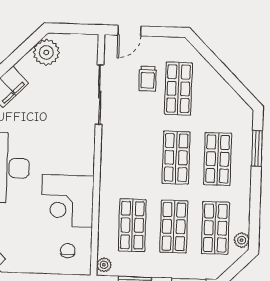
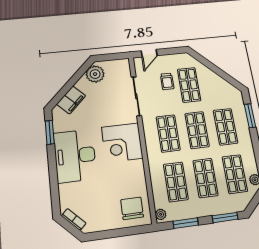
shop shelf: (135, 156) -> (168, 133), added
corner desk: (67, 201) -> (122, 143), moved
chair: (68, 251) -> (132, 208), width x1.87, depth x1.87

